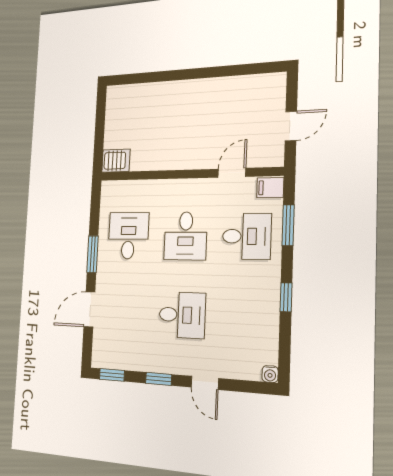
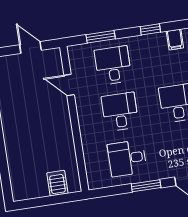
server rack: (116, 161) -> (57, 183), moved
filing cabinet: (270, 188) -> (175, 39), moved
desk: (186, 236) -> (120, 112), turned -90

